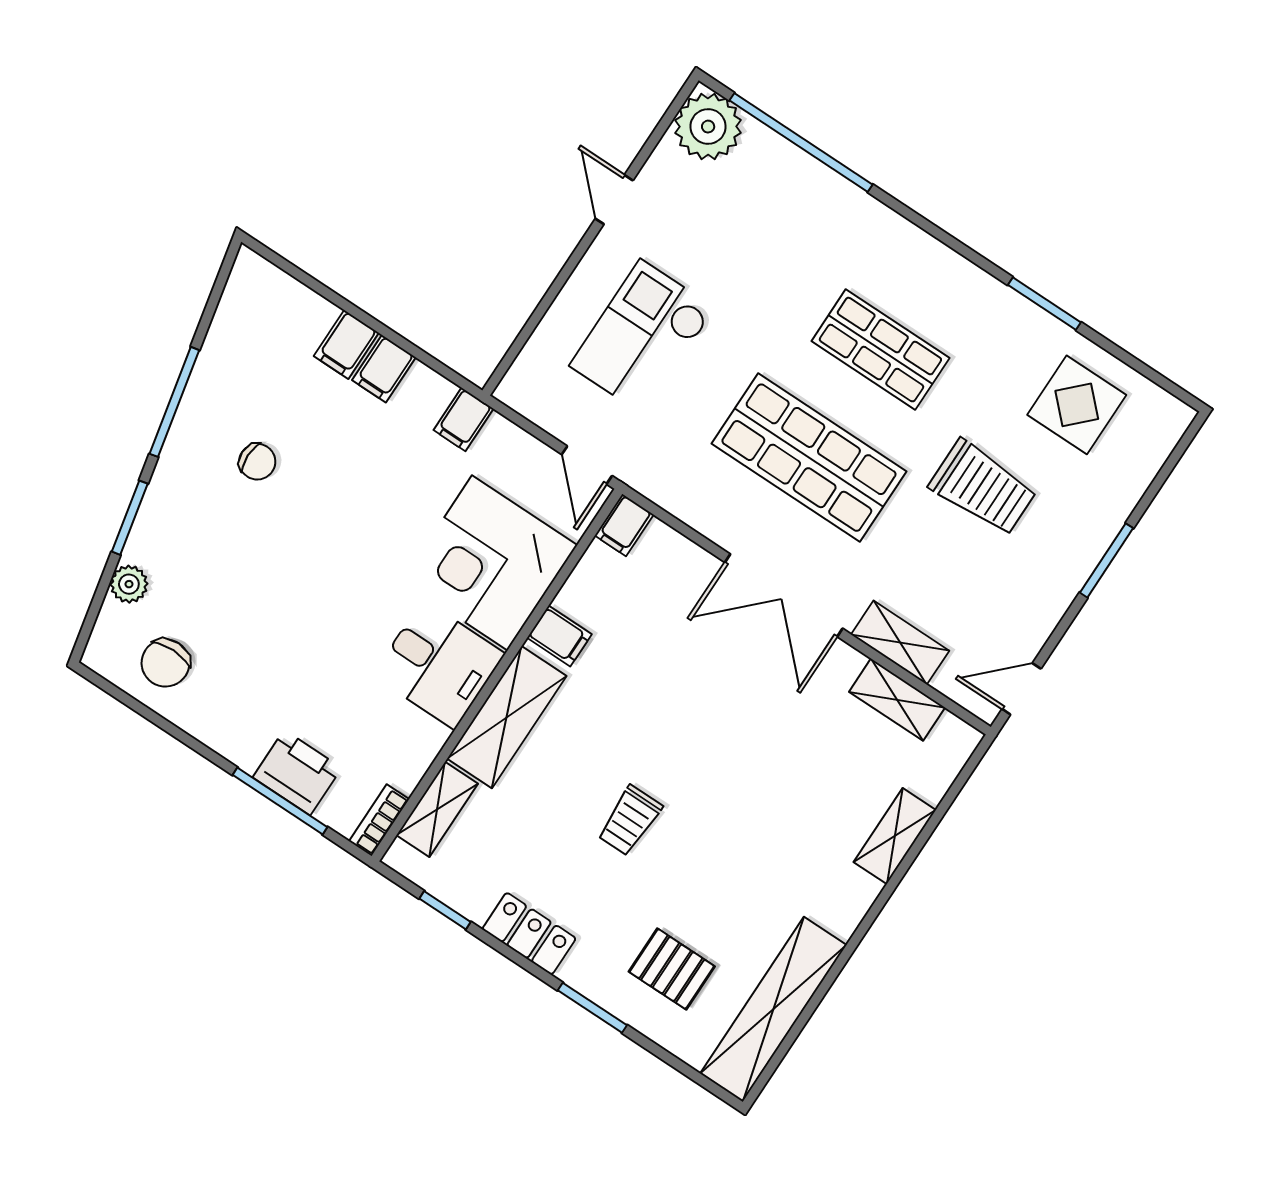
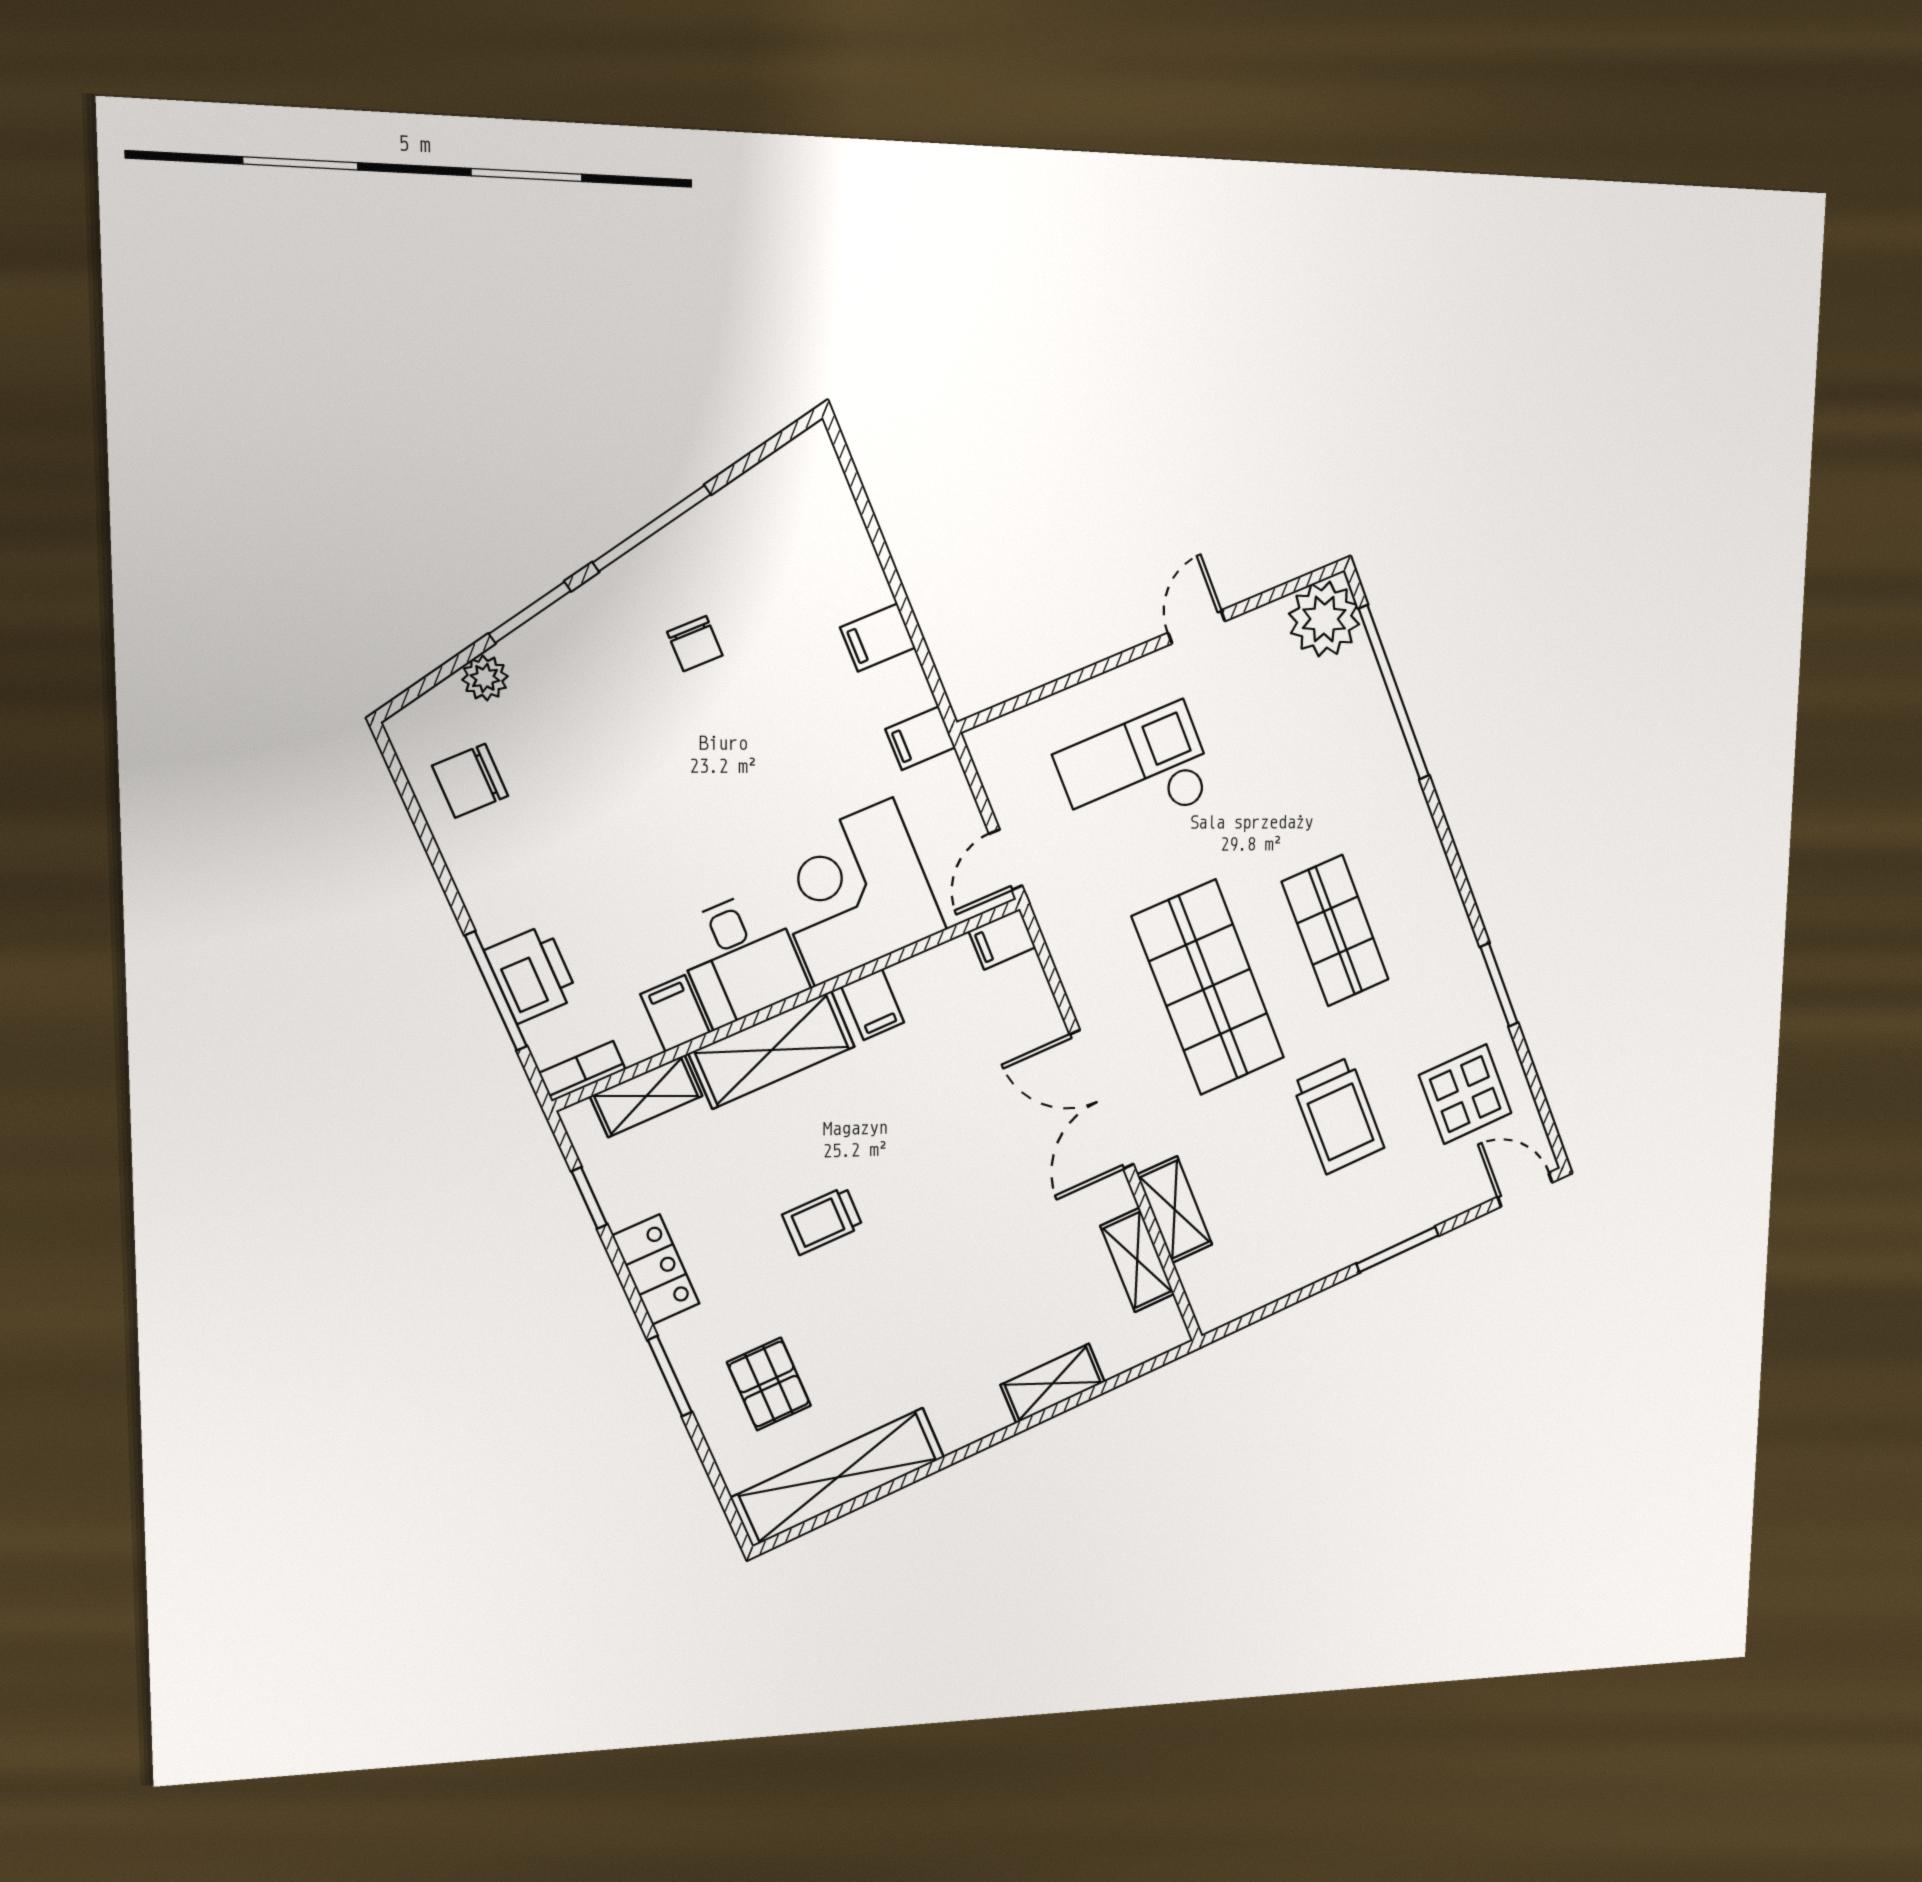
filing cabinet: (346, 344) -> (675, 1013), moved, turned 90
door: (1021, 689) -> (1525, 1190), moved

